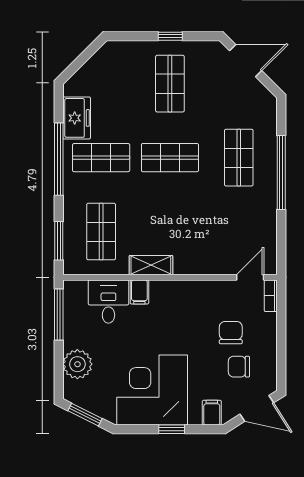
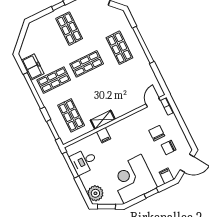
desk: (108, 302) -> (84, 161), moved, turned -90
plant: (77, 364) -> (95, 193), moved

